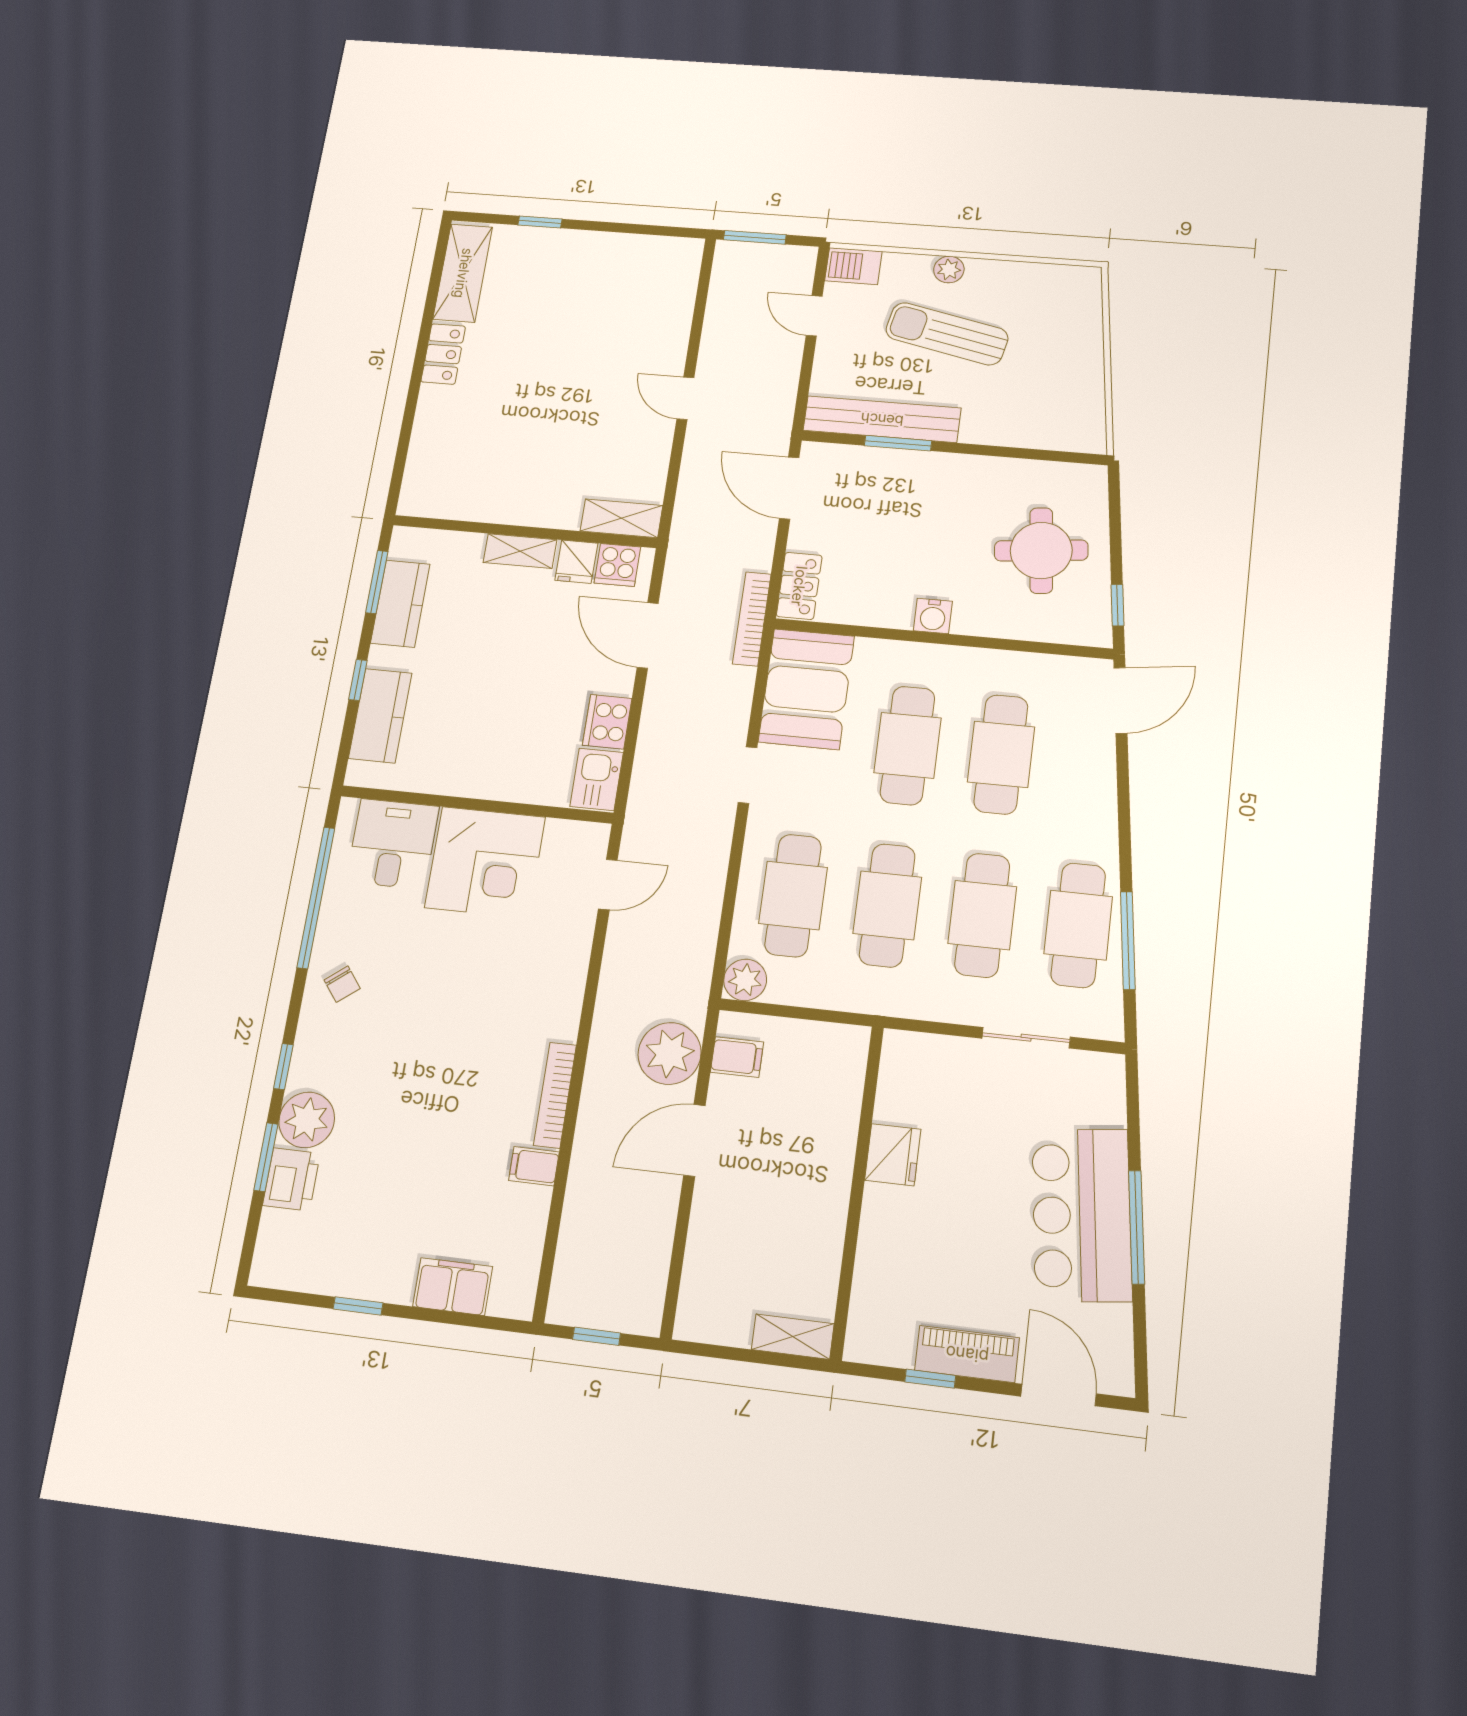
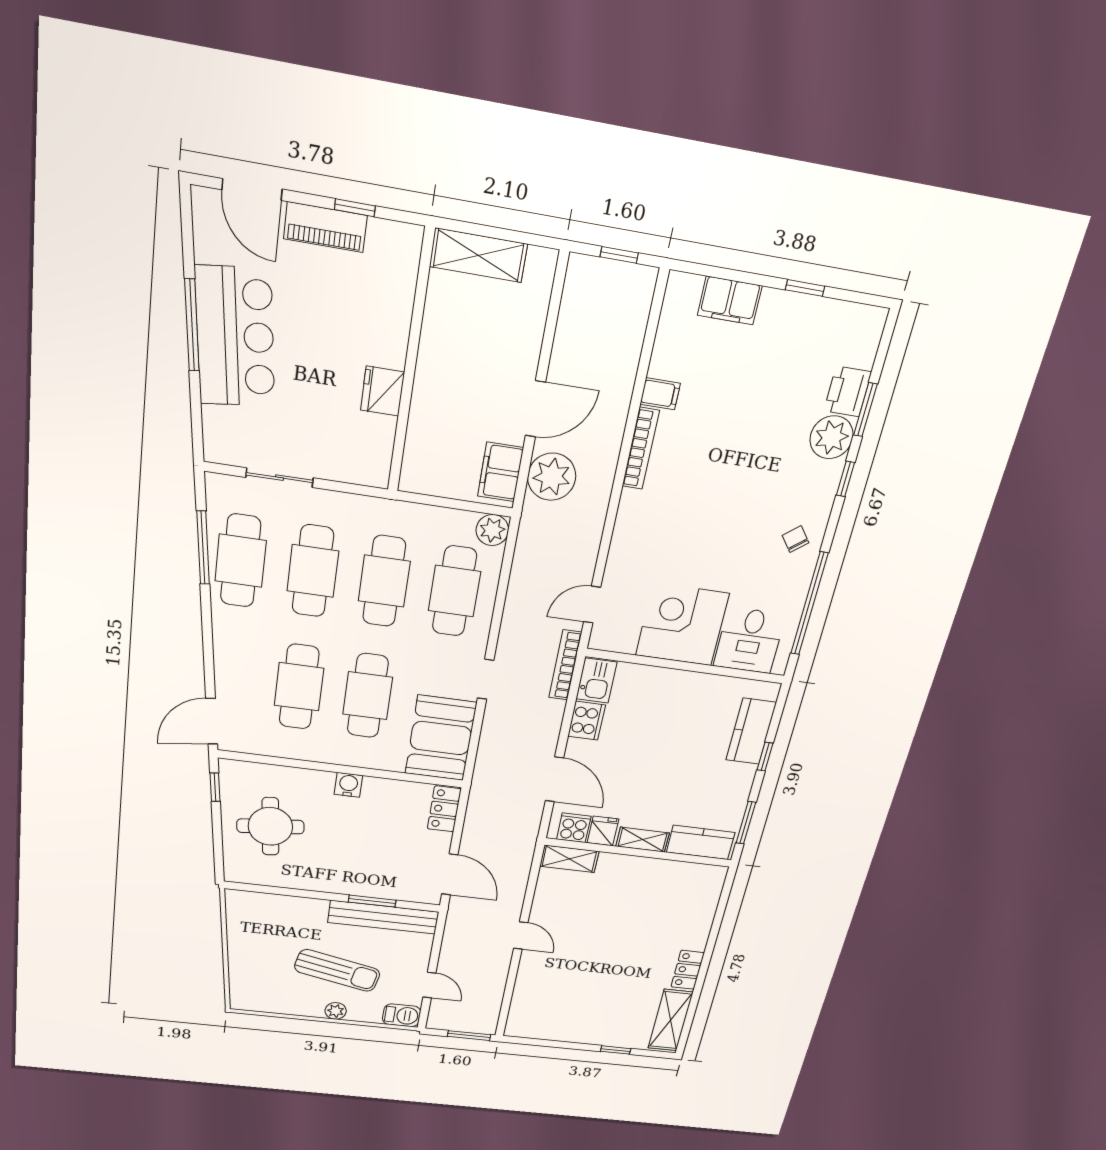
kitchen counter: (400, 604) -> (701, 842), moved, turned 90
bookcase: (752, 619) -> (565, 665), moved, turned 180
filing cabinet: (737, 1057) -> (500, 472), width x2.00
shelving: (793, 1337) -> (478, 255), width x1.50, depth x1.33

